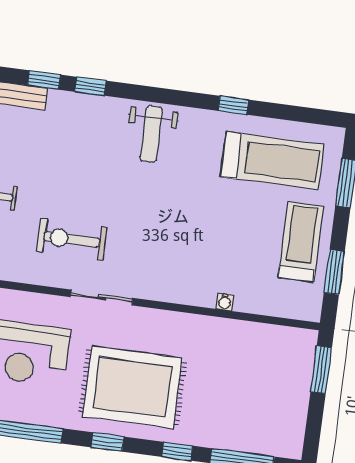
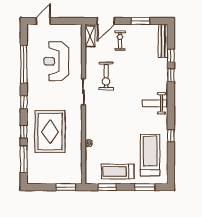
treadmill: (272, 161) -> (150, 155), turned 180
exercise bike: (72, 239) -> (106, 76), turned 180
treadmill: (301, 242) -> (118, 172), turned 180
rug: (133, 387) -> (50, 132), moved

